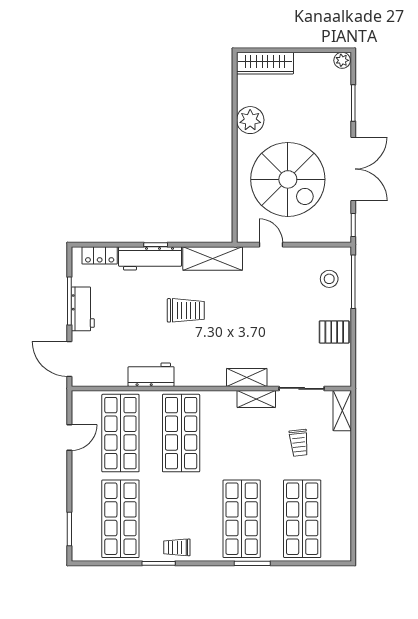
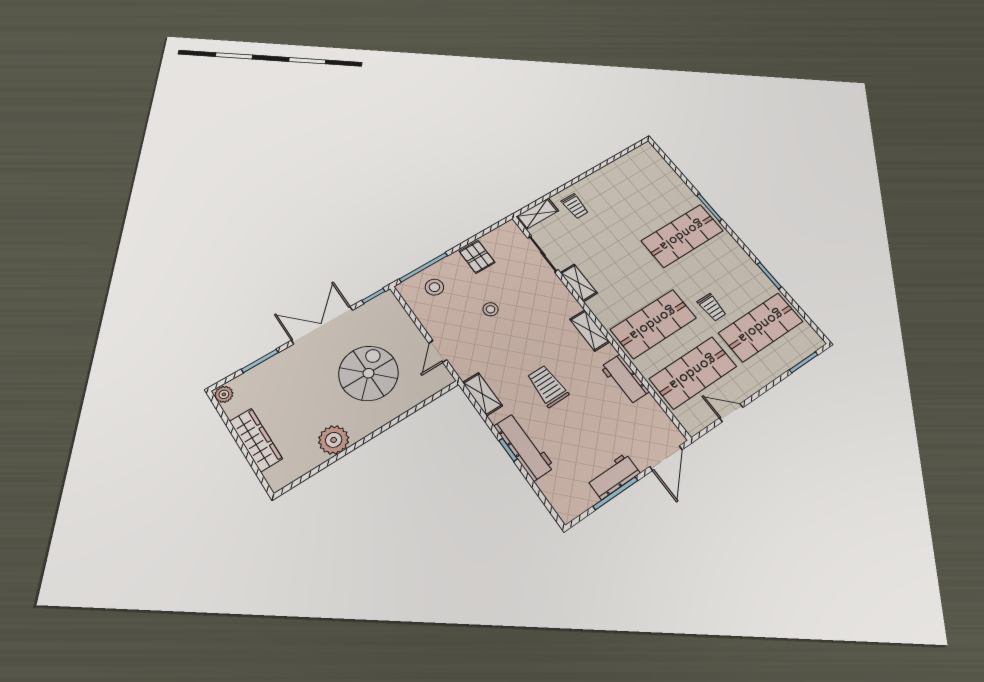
wardrobe: (265, 63) -> (256, 440), moved
spiral stairs: (288, 179) -> (368, 373), width x0.73, depth x0.73
locker: (100, 255) -> (554, 494), removed
shelving: (213, 258) -> (482, 394), width x0.67, depth x0.75
stool: (280, 311) -> (491, 309), added
shelving: (247, 377) -> (590, 330), moved
trolley: (299, 443) -> (575, 206), moved, turned 96
shop shelf: (302, 519) -> (645, 193), removed
trolley: (177, 547) -> (712, 307), moved

